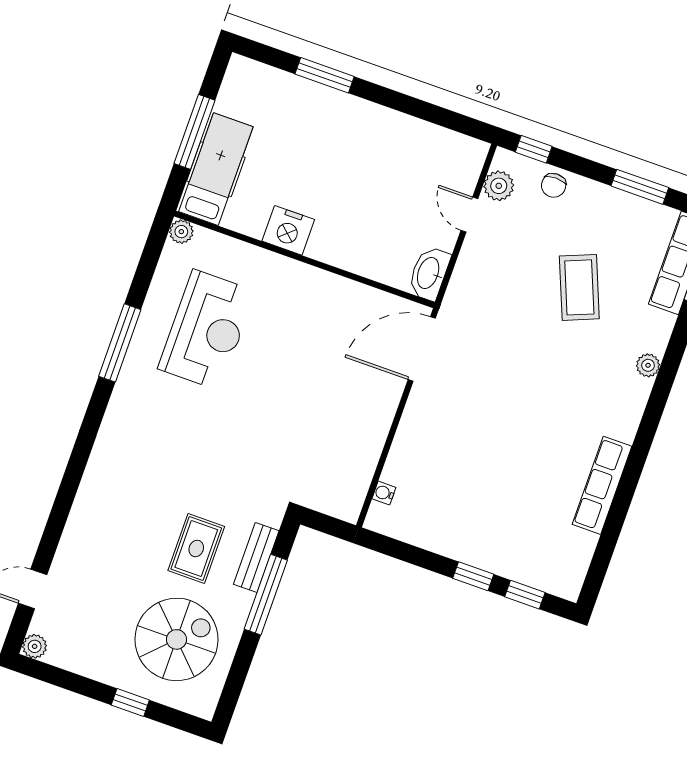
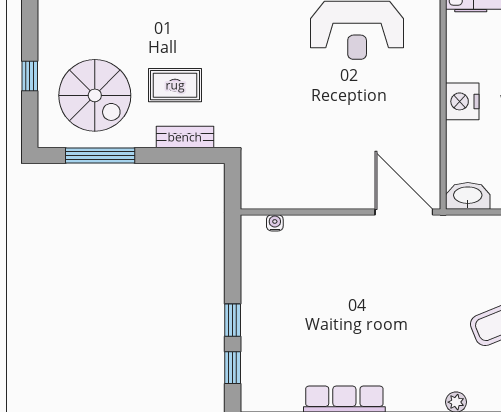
nightstand: (288, 230) -> (462, 101), moved
window: (266, 595) -> (100, 156), moved

